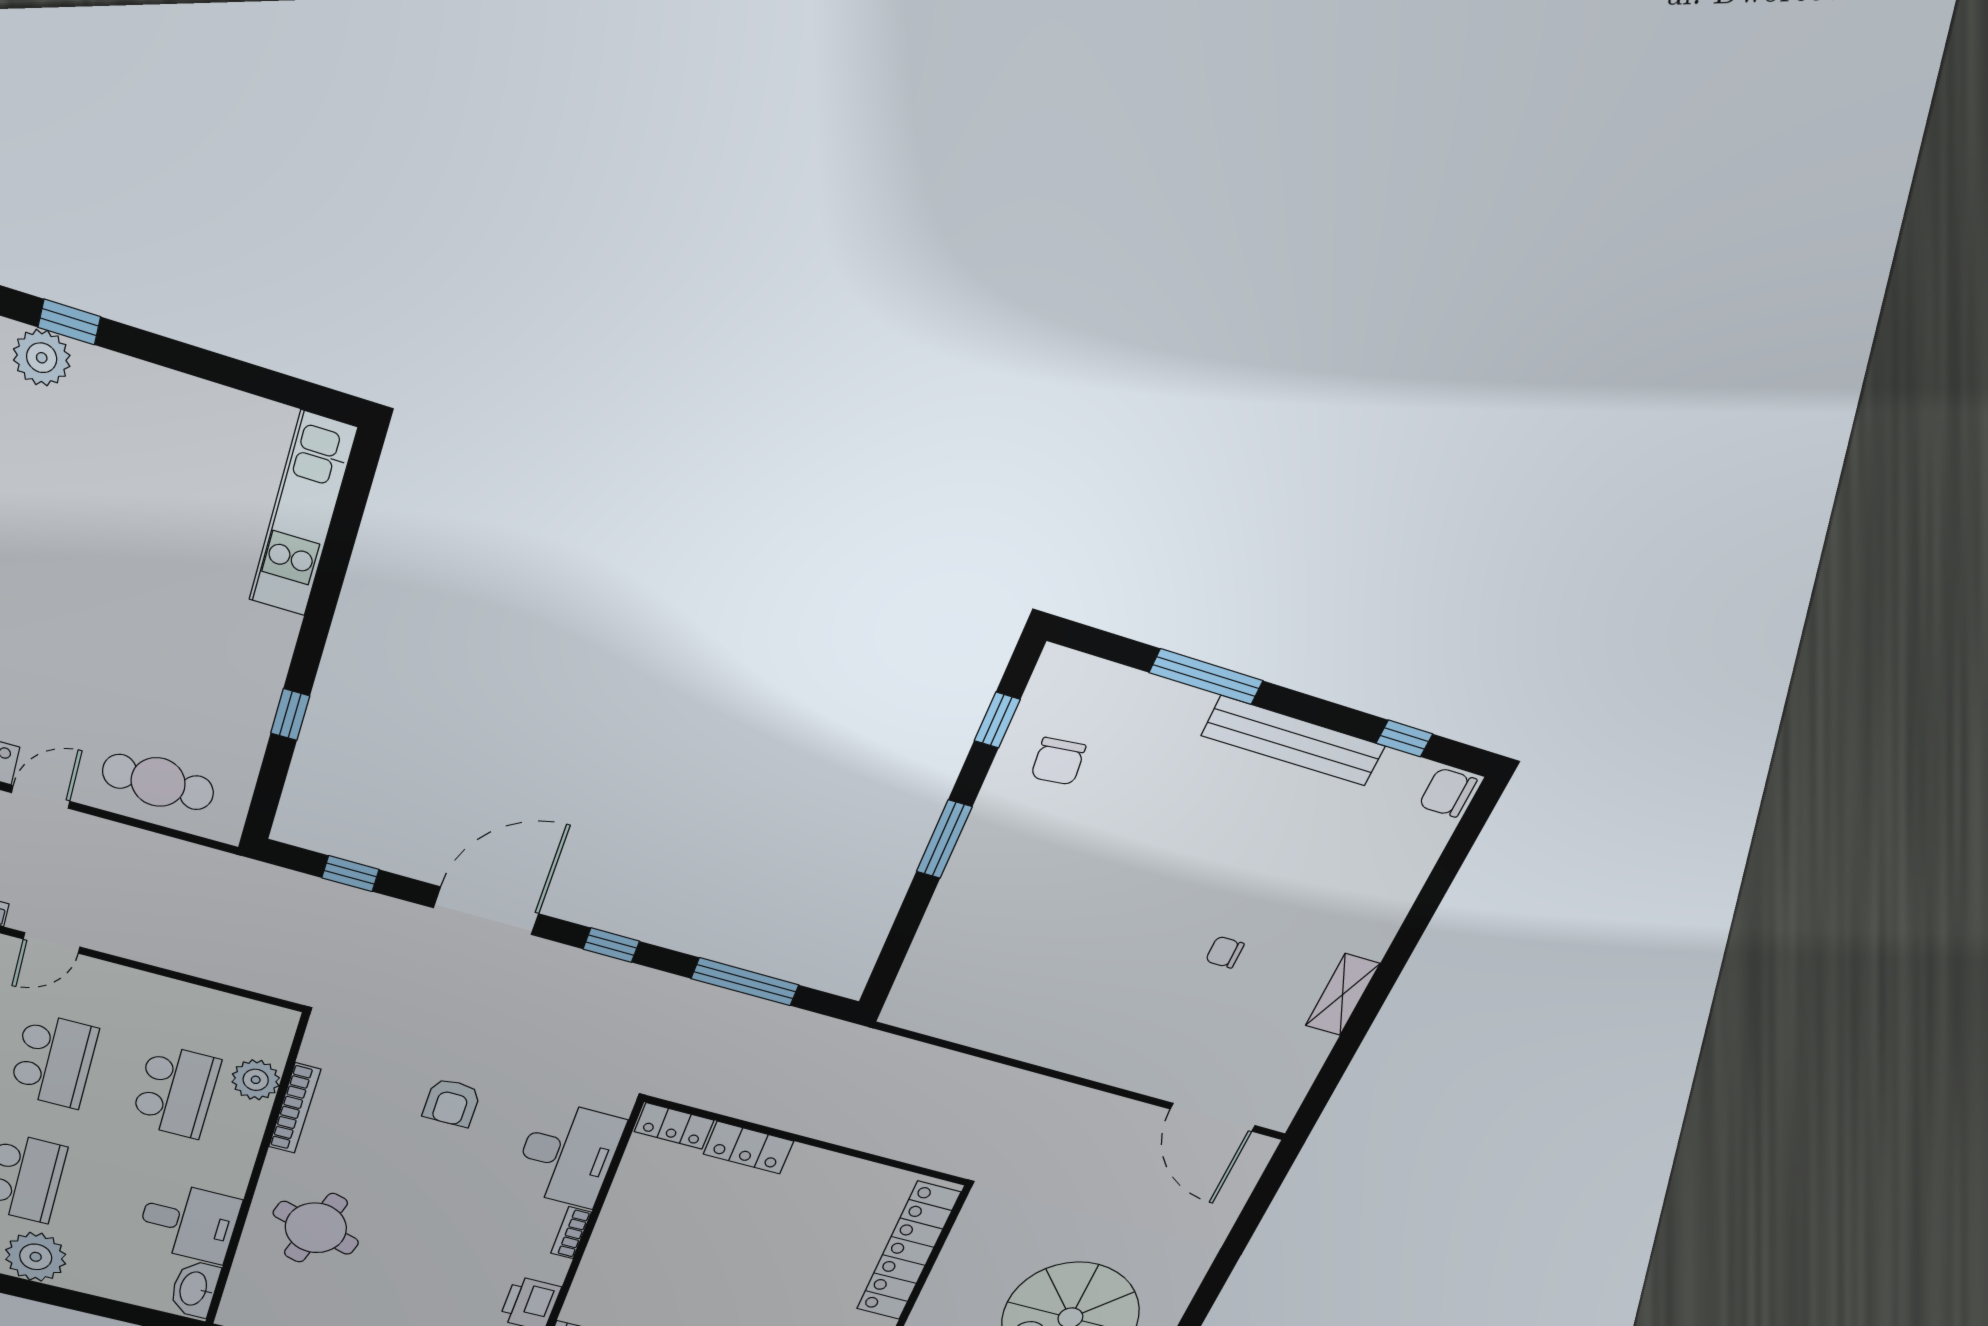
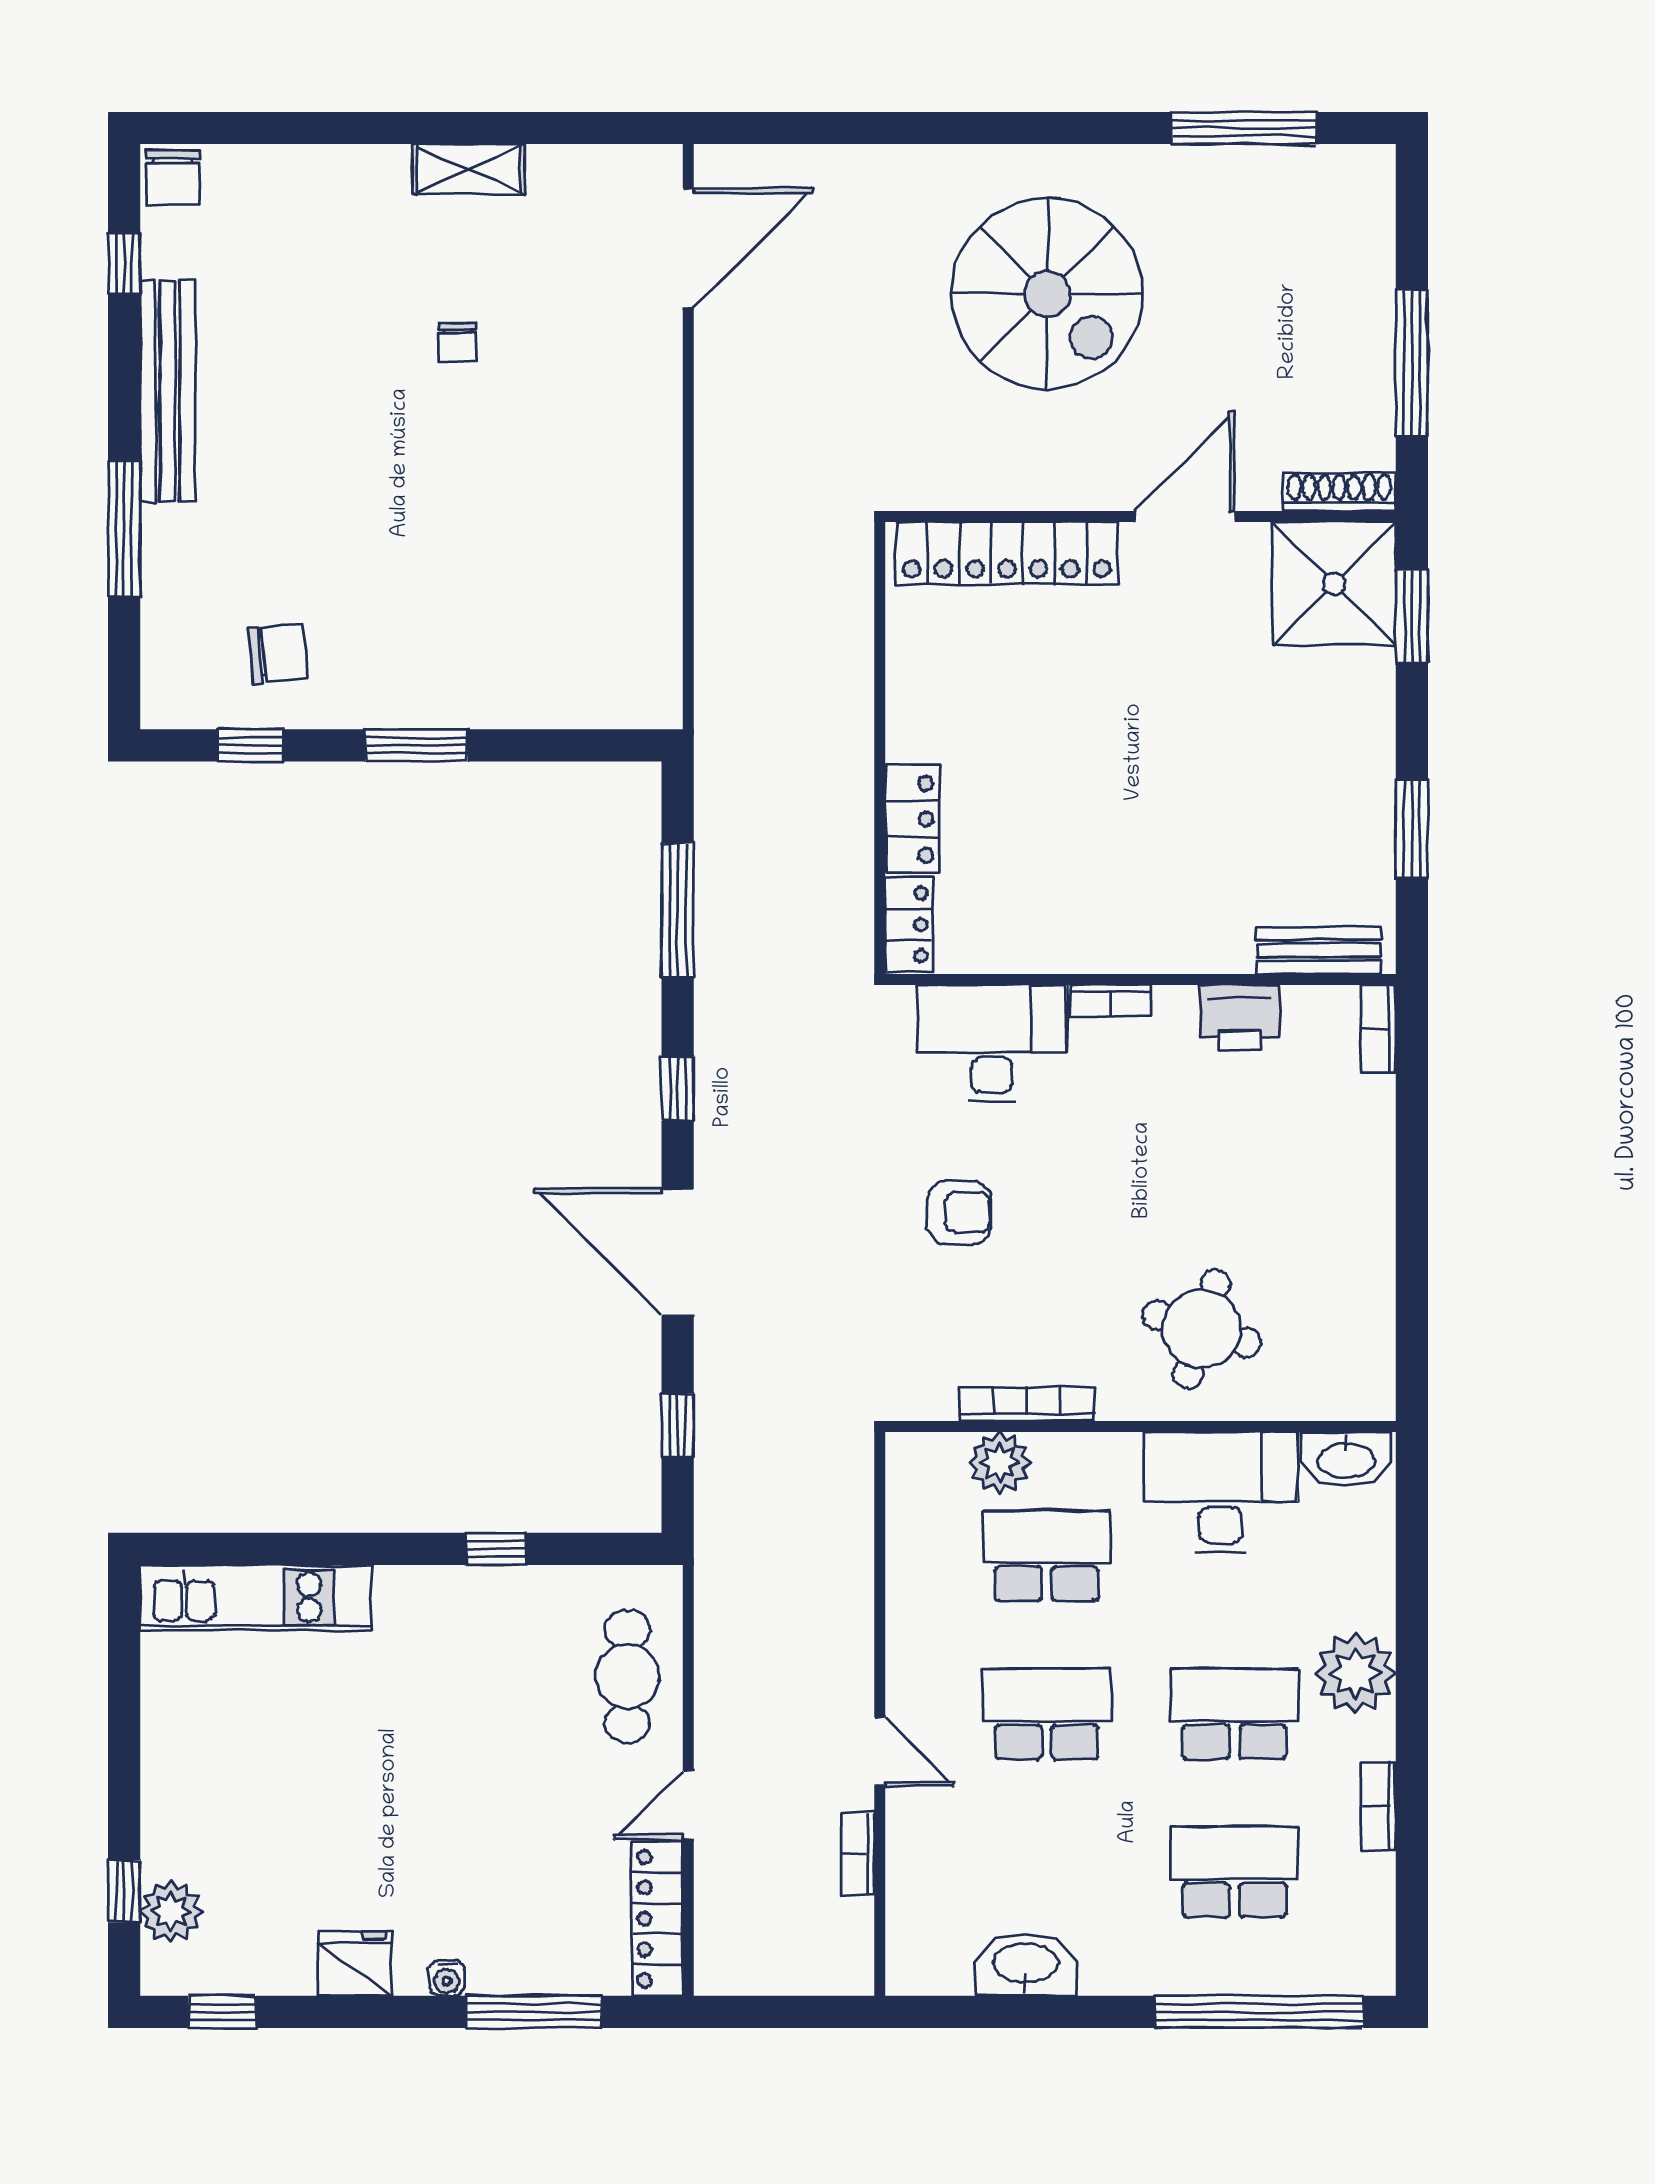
door: (41, 797) -> (688, 1805), hinge flipped
desk: (189, 1222) -> (1221, 1492), width x1.37

